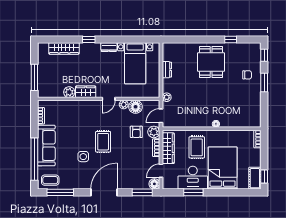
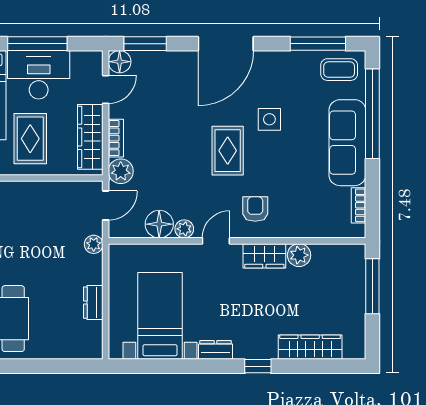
armchair: (136, 132) -> (255, 209), moved
window: (193, 192) -> (37, 44), width x1.44

